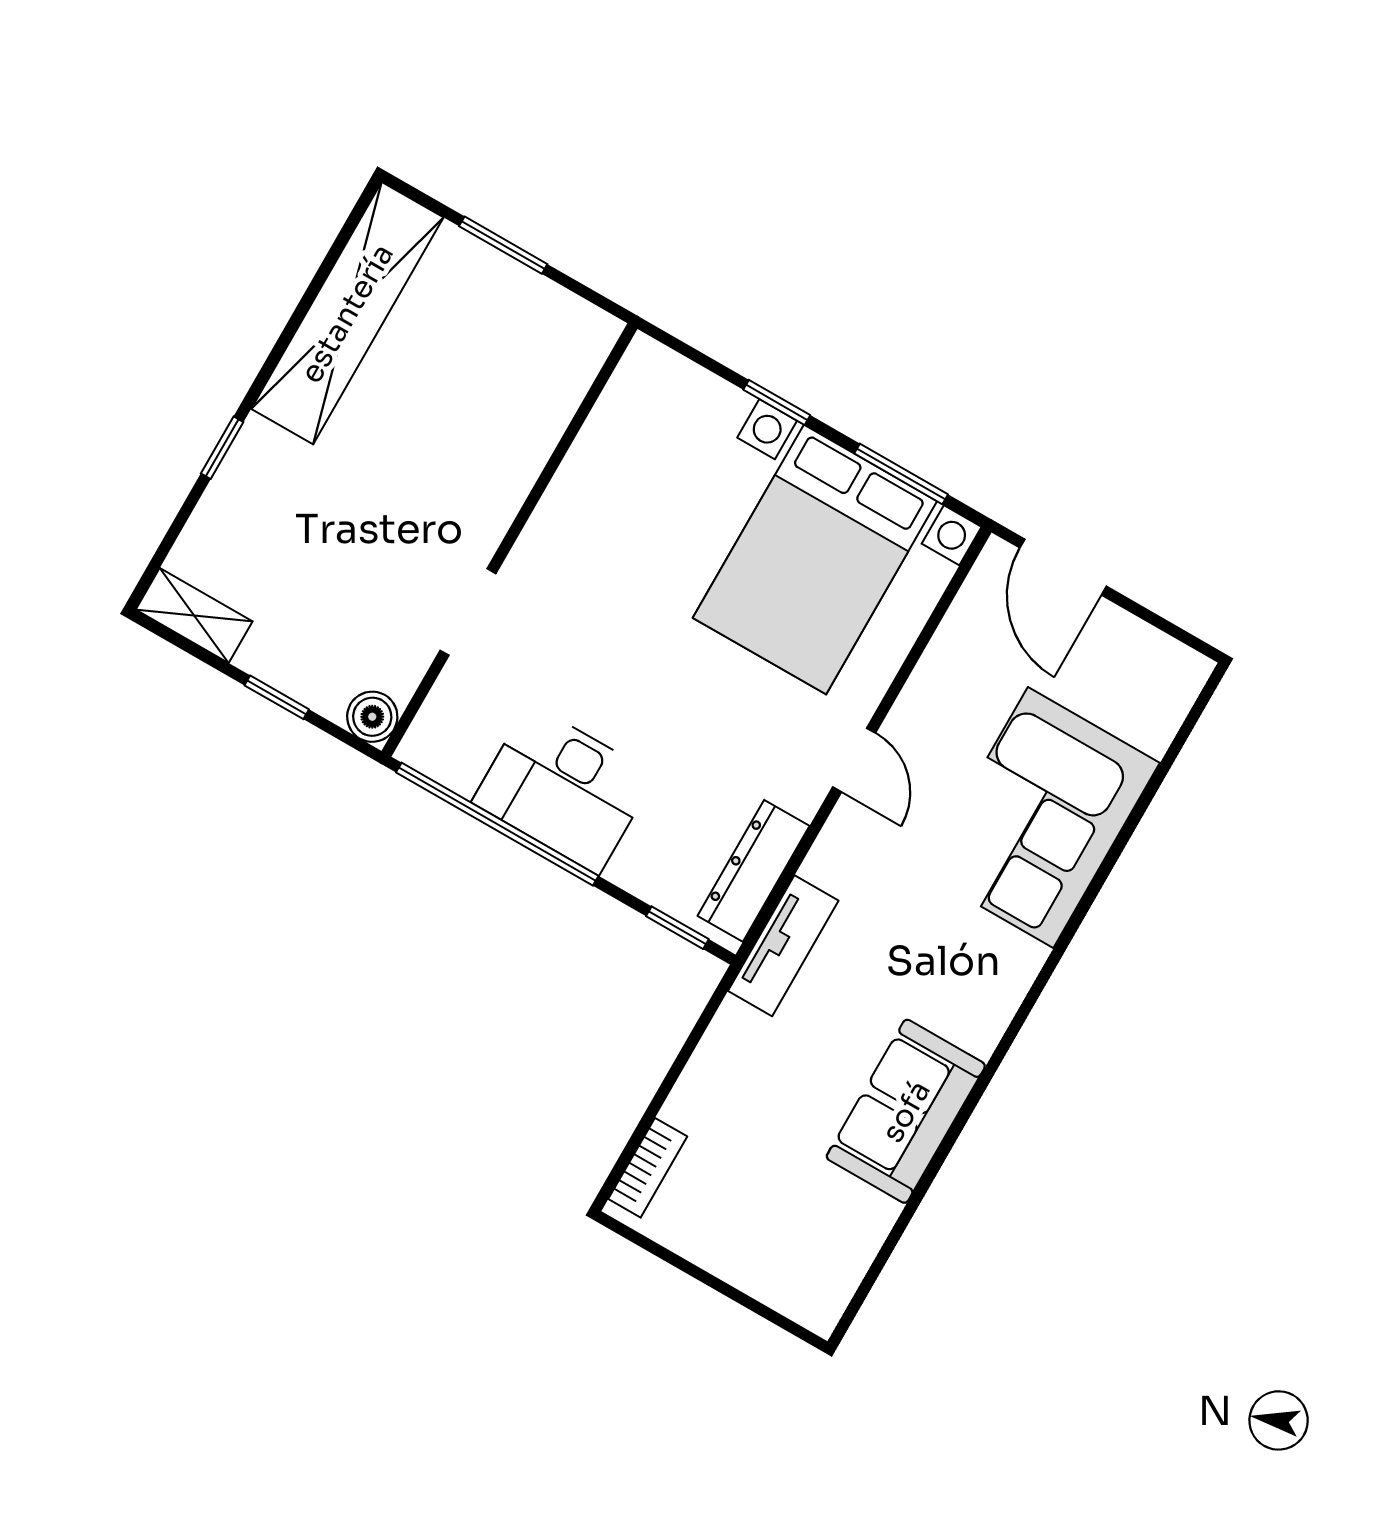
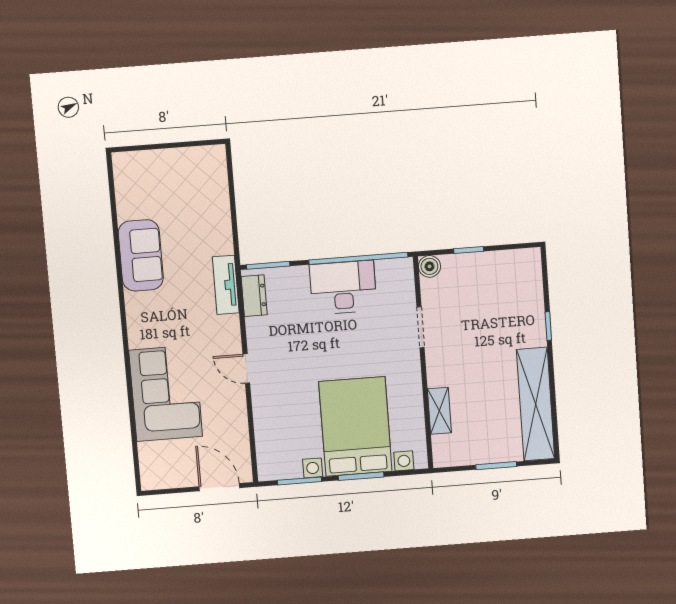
window: (777, 402) -> (361, 476), width x1.50
bed with nightstands: (815, 560) -> (355, 426), moved
shelving: (194, 615) -> (439, 411), moved, turned 90
dresser: (754, 871) -> (254, 296), width x0.70
window: (677, 928) -> (268, 265), width x1.50
bookcase: (648, 1168) -> (219, 171), removed

